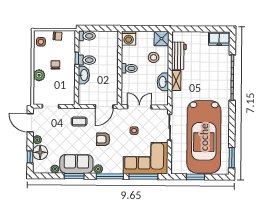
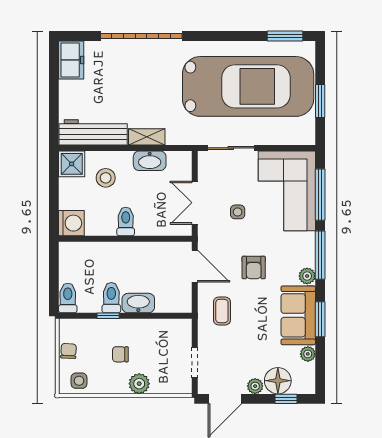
workbench: (179, 56) -> (93, 132), width x1.38

